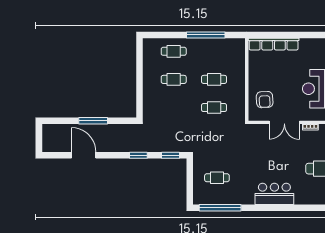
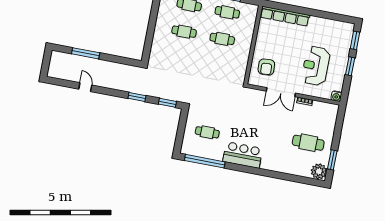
cafe table: (214, 108) -> (227, 12), moved
window: (93, 121) -> (86, 53), moved
door: (84, 155) -> (85, 87), width x0.53
bar counter: (274, 194) -> (243, 155), moved

